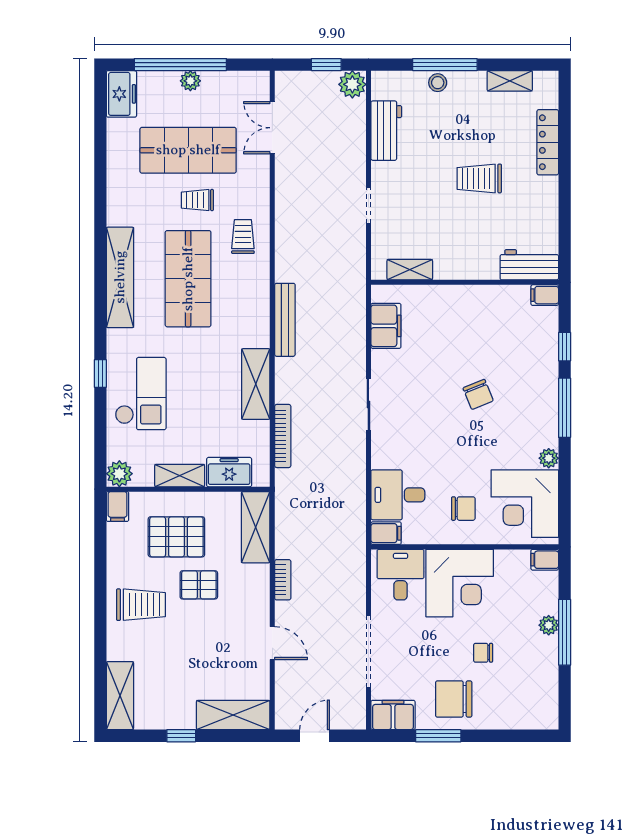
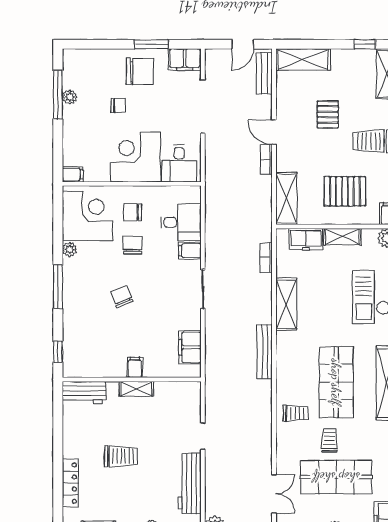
workbench: (386, 131) -> (190, 483), width x1.37
trolley: (197, 200) -> (329, 440), turned -90
trolley: (243, 237) -> (296, 413), turned -90
shelving: (410, 270) -> (136, 389), moved
filing cabinet: (545, 295) -> (135, 367), moved, turned -90
window: (565, 347) -> (58, 352), moved
bookcase: (283, 436) -> (266, 257), width x0.64
chair: (463, 464) -> (133, 245), added
filing cabinet: (386, 533) -> (190, 251), moved
pallet: (199, 585) -> (328, 114), moved, turned 90
plant: (549, 625) -> (70, 97), moved
window: (565, 632) -> (58, 95), moved
door: (272, 643) -> (274, 132), moved
bench: (285, 696) -> (264, 73), added
window: (181, 736) -> (365, 44), moved

